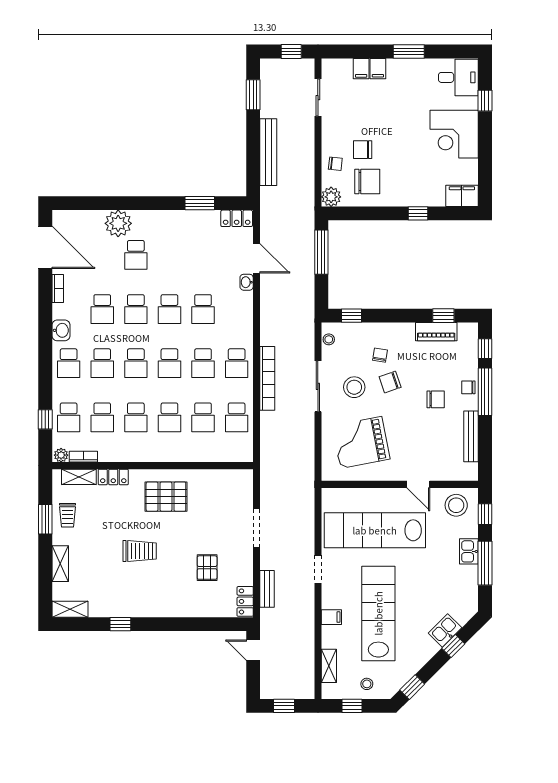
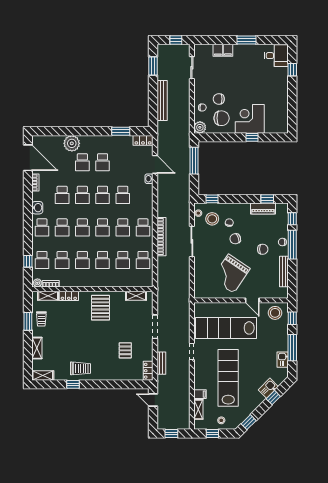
corner desk: (454, 134) -> (250, 119), moved, turned 90
filing cabinet: (462, 196) -> (278, 127), removed
school desk: (169, 255) -> (103, 162), added
stool: (354, 387) -> (212, 219), moved
grand piano: (361, 442) -> (231, 274), moved, turned -45
shelving: (225, 477) -> (136, 296), added
pallet: (166, 497) -> (100, 308), turned 90
trolley: (140, 551) -> (81, 368), moved
kitchen sink: (469, 551) -> (283, 360), moved
filing cabinet: (331, 617) -> (200, 394), moved

